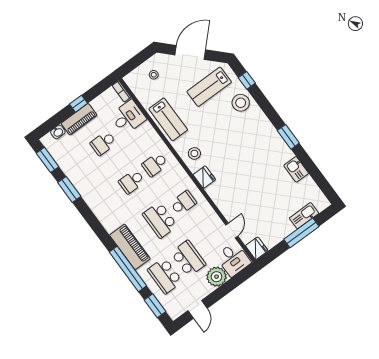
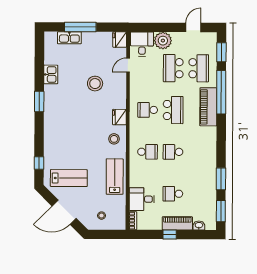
stool: (241, 103) -> (95, 84), moved
school desk: (103, 143) -> (173, 194), turned 180
school desk: (132, 182) -> (173, 152), turned 180

